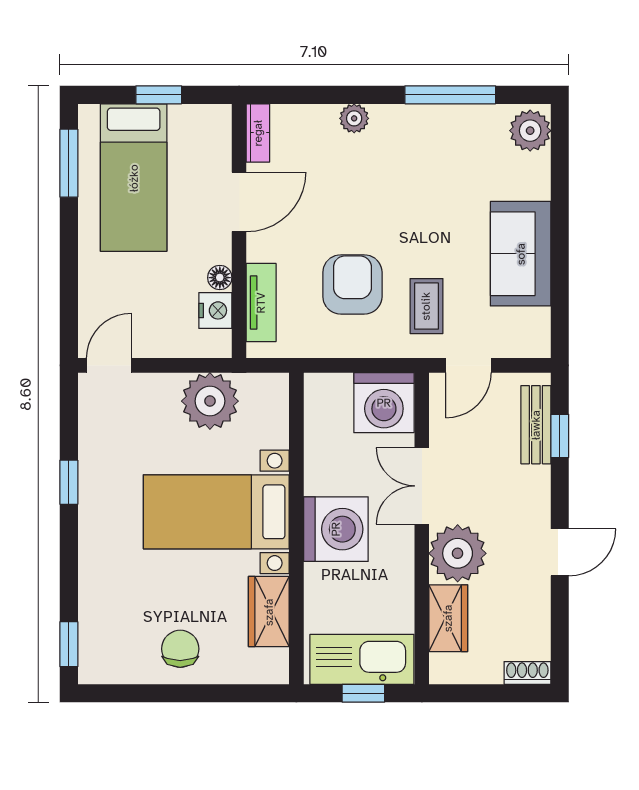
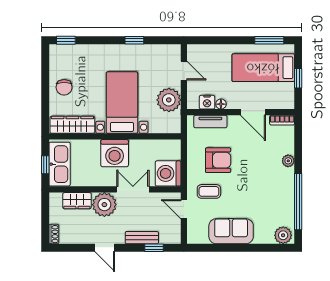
window: (450, 95) -> (298, 202), width x1.46
door: (109, 365) -> (184, 71), moved
bench: (536, 425) -> (142, 238), moved
wardrobe: (269, 612) -> (72, 125), width x1.50
chair: (180, 649) -> (64, 87), turned 90

